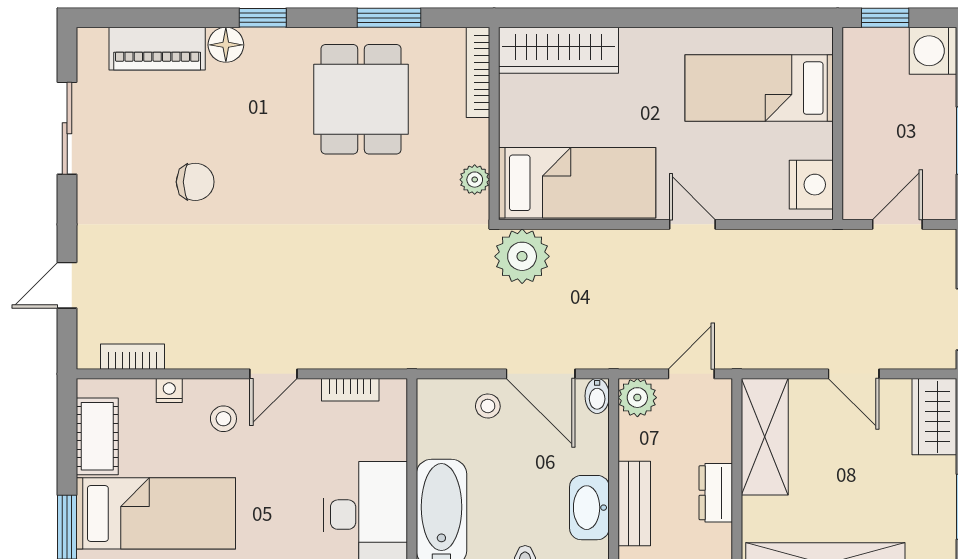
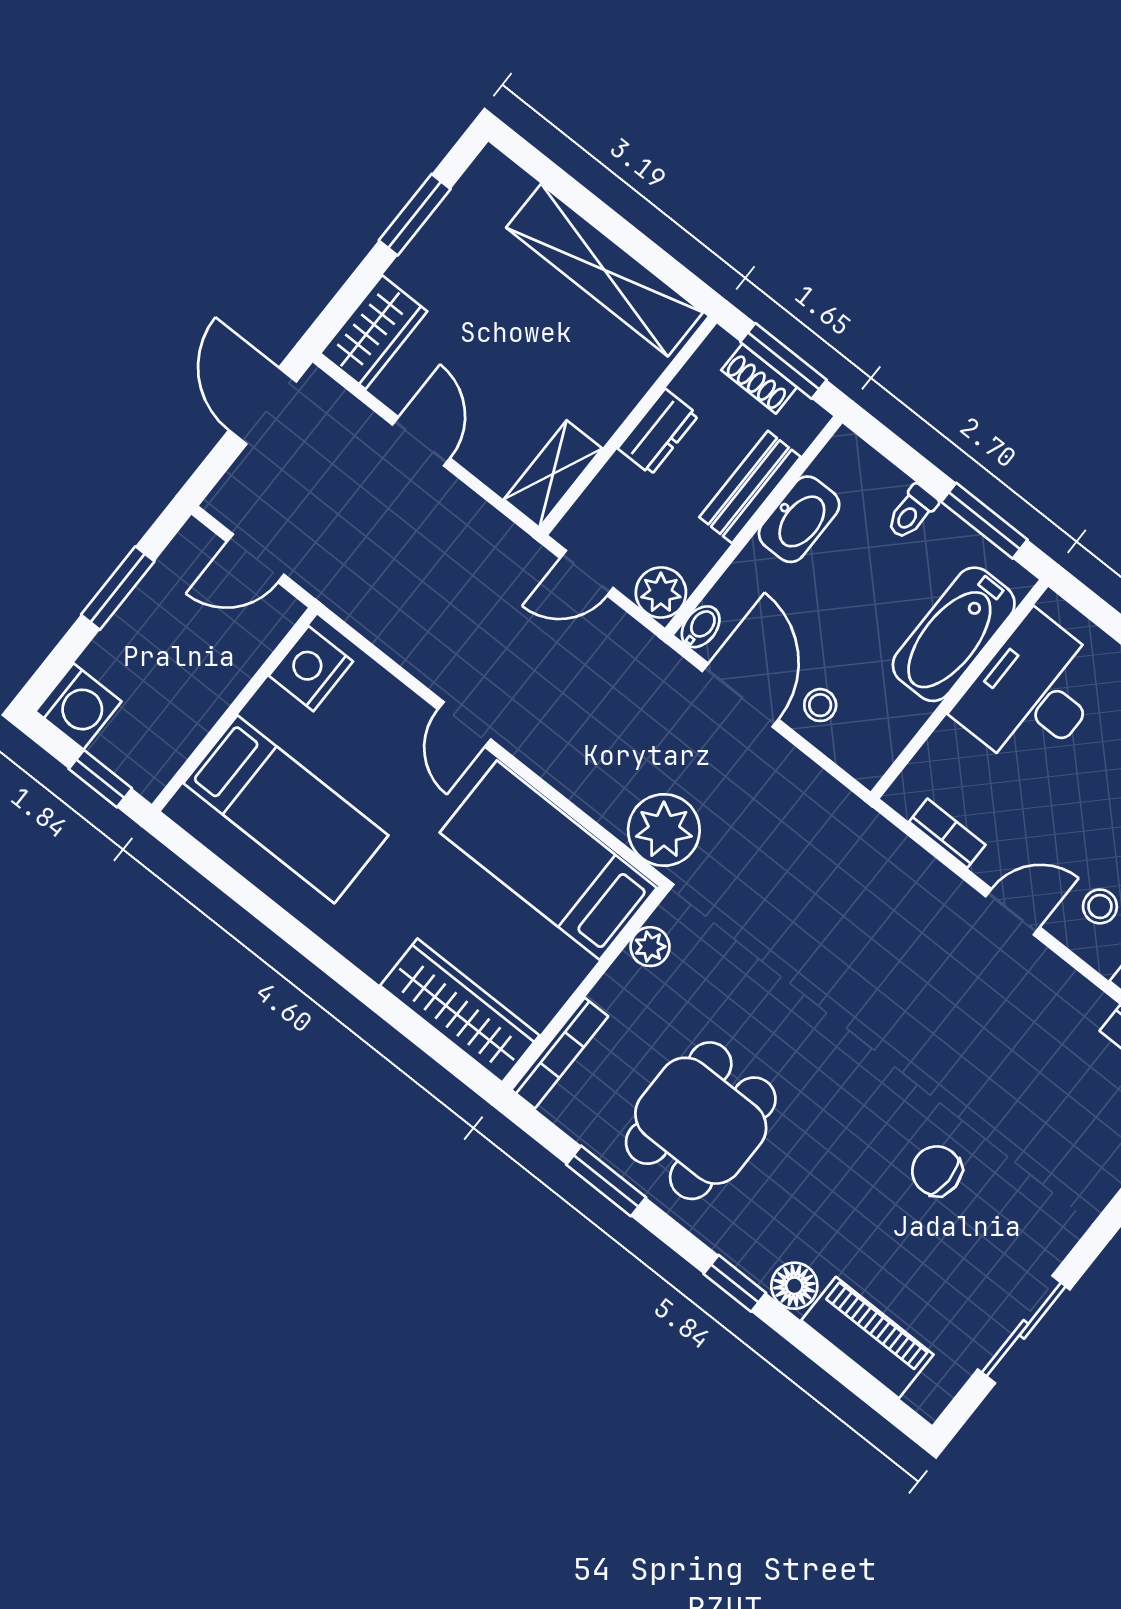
shelving: (765, 437) -> (553, 474), width x0.67, depth x0.75

